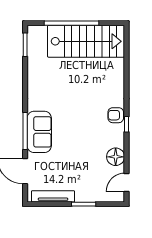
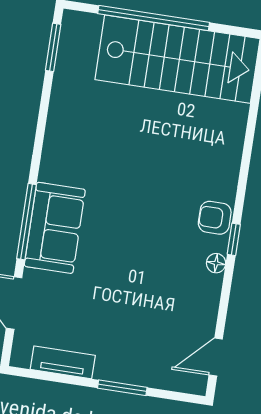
floor lamp: (116, 157) -> (216, 263), moved, width x0.53, depth x0.53
tv unit: (53, 196) -> (63, 362), width x0.71

